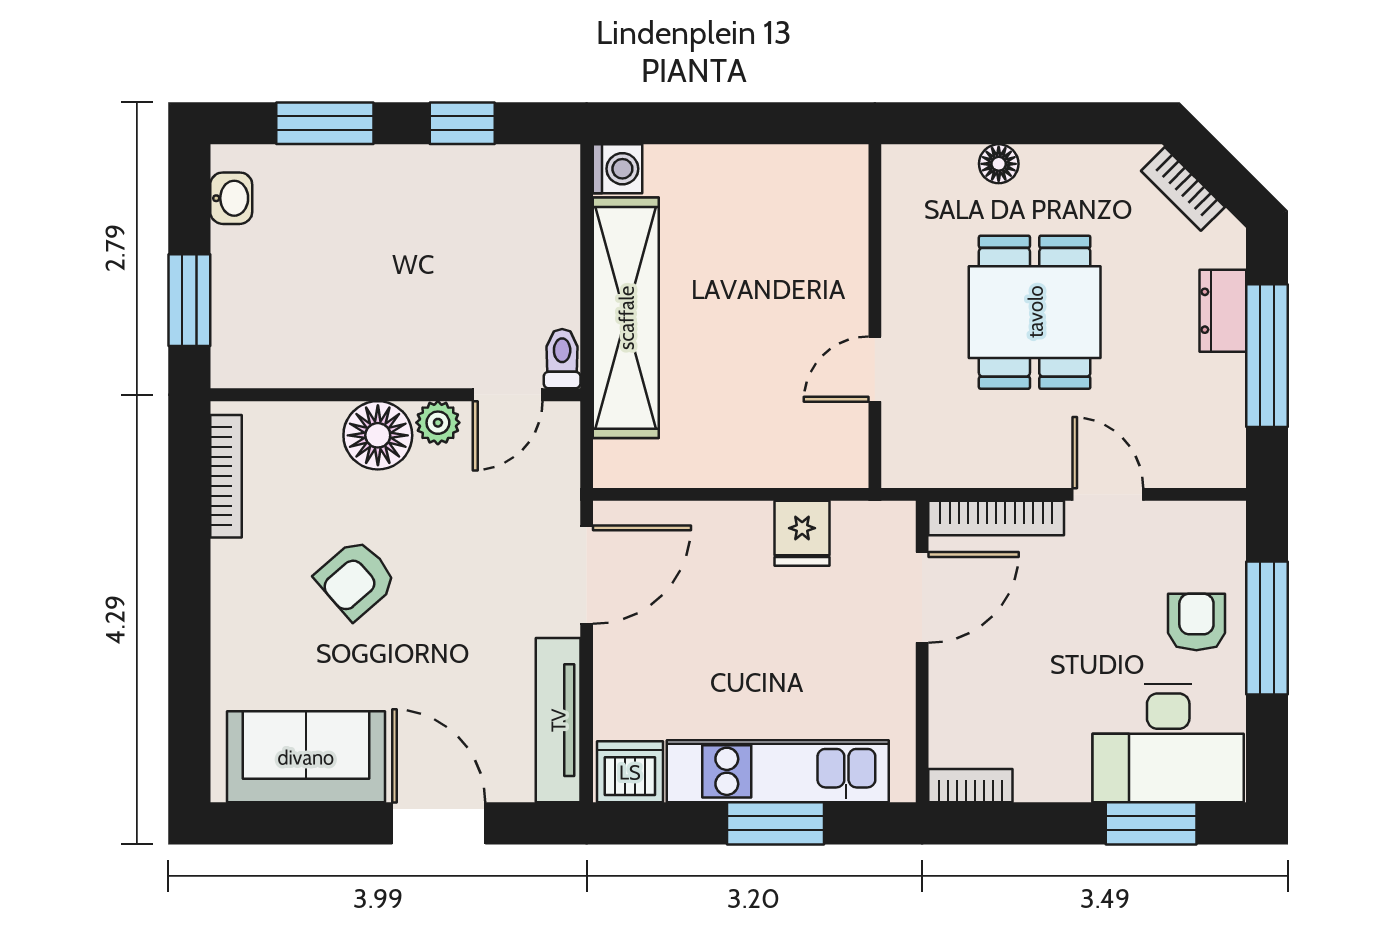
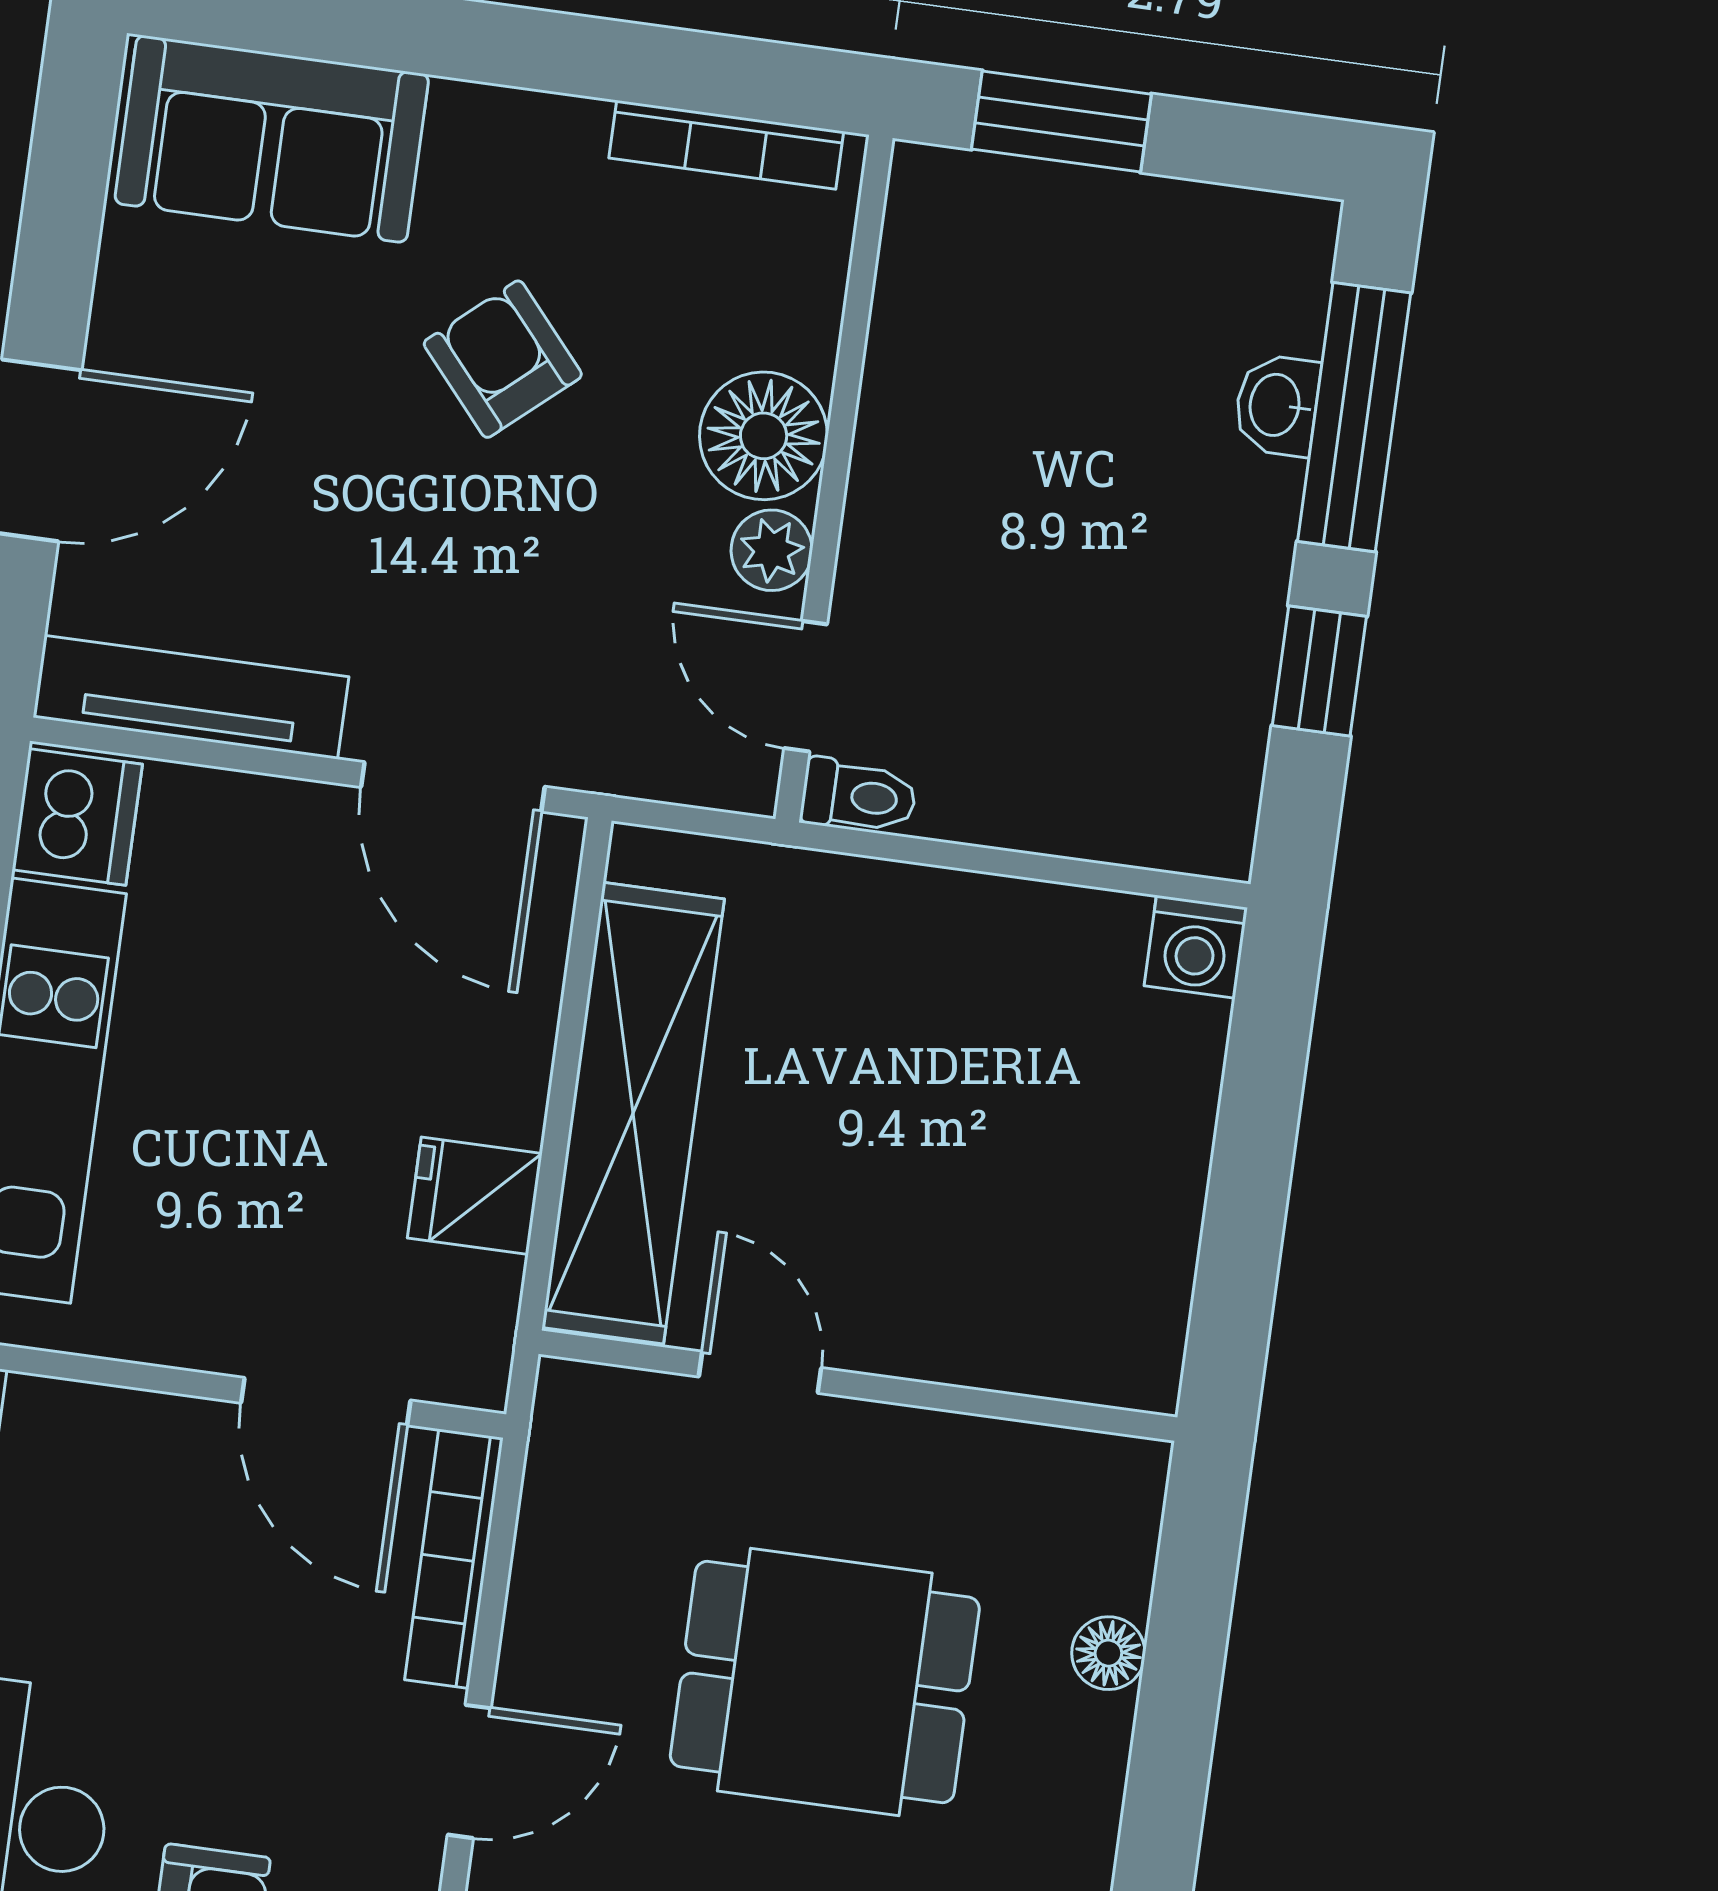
window: (325, 123) -> (1354, 417), width x1.44
washbasin: (231, 198) -> (1277, 405), moved, turned 90
shelving: (626, 318) -> (633, 1113), moved, turned 90
sofa: (306, 757) -> (272, 139), moved, turned 90

